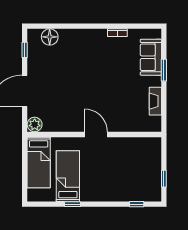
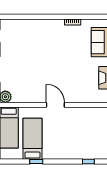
floor lamp: (50, 37) -> (18, 26), removed

